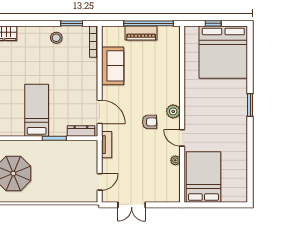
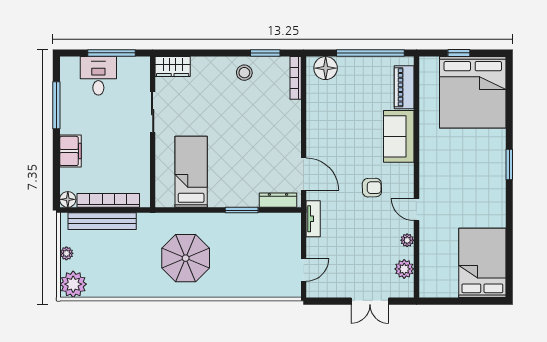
piano: (141, 33) -> (404, 87), moved, turned 90
floor lamp: (116, 34) -> (326, 68), added
sofa: (113, 66) -> (399, 136), moved, turned 180
bed: (37, 110) -> (191, 172), moved
plant: (173, 111) -> (404, 269), moved
bed: (203, 177) -> (482, 263), moved
double door: (132, 205) -> (370, 301), moved

